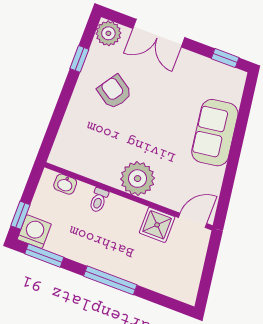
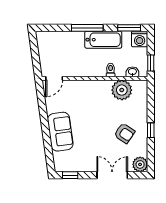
window: (79, 59) -> (151, 130), moved
plant: (138, 179) -> (122, 90), moved
window: (20, 215) -> (151, 63), moved
shower: (157, 225) -> (73, 68), removed
bathtub: (92, 252) -> (103, 40), added

